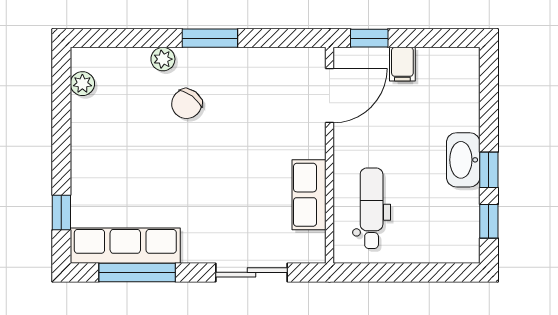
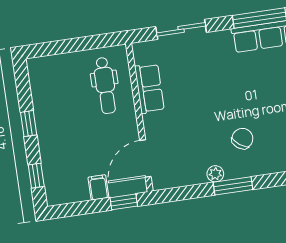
plant: (163, 59) -> (215, 174), moved
washbasin: (463, 160) -> (47, 128), removed
window: (489, 221) -> (36, 176), moved

